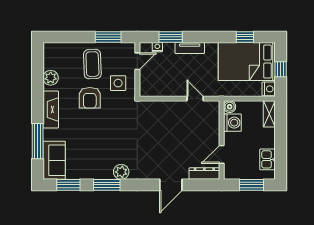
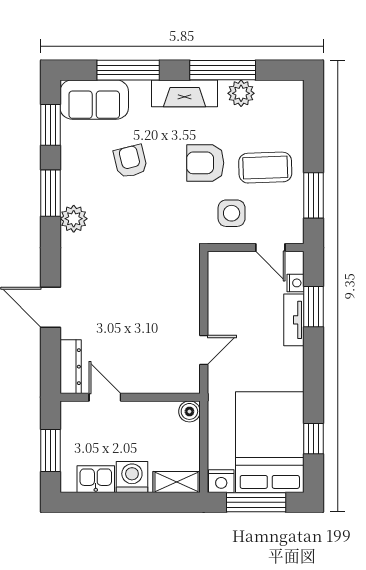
tv unit: (190, 48) -> (294, 320), moved
window: (281, 69) -> (256, 502), width x2.17
window: (38, 88) -> (223, 70), added
washing machine: (232, 123) -> (132, 477), moved, turned 180
armchair: (89, 140) -> (130, 161), added

